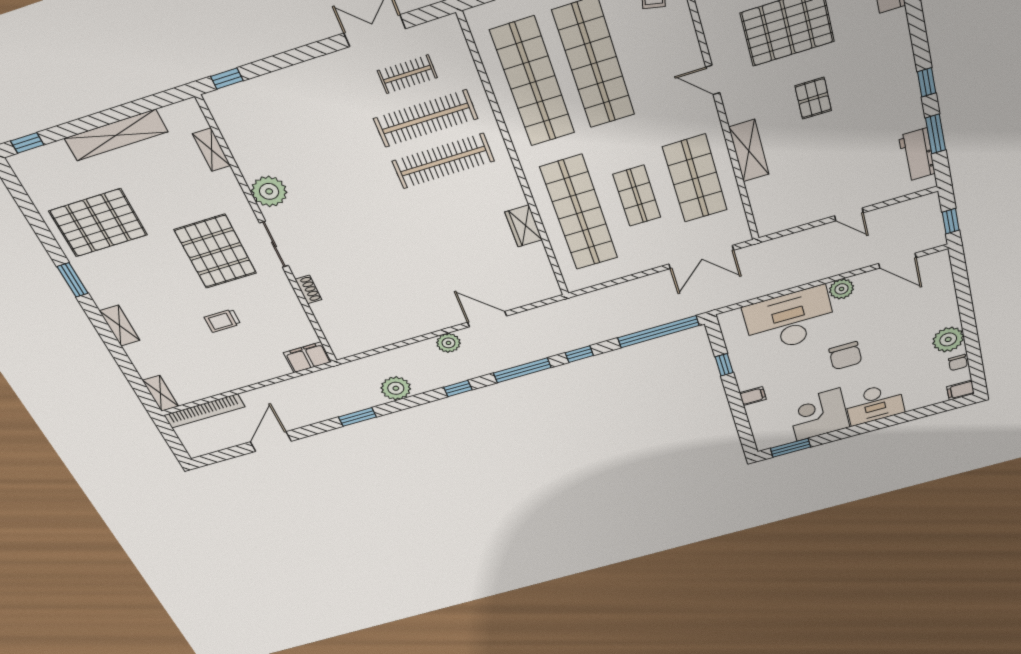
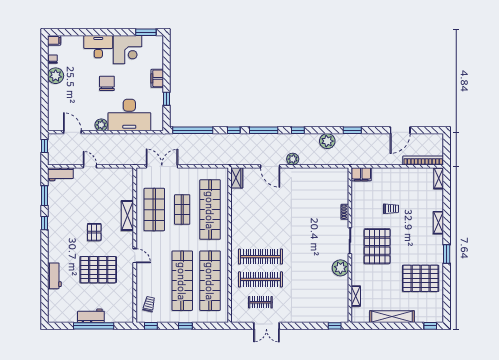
workbench: (917, 155) -> (60, 174), moved, turned 90
wardrobe: (523, 226) -> (237, 178), moved
filing cabinet: (753, 396) -> (157, 78), width x2.00

